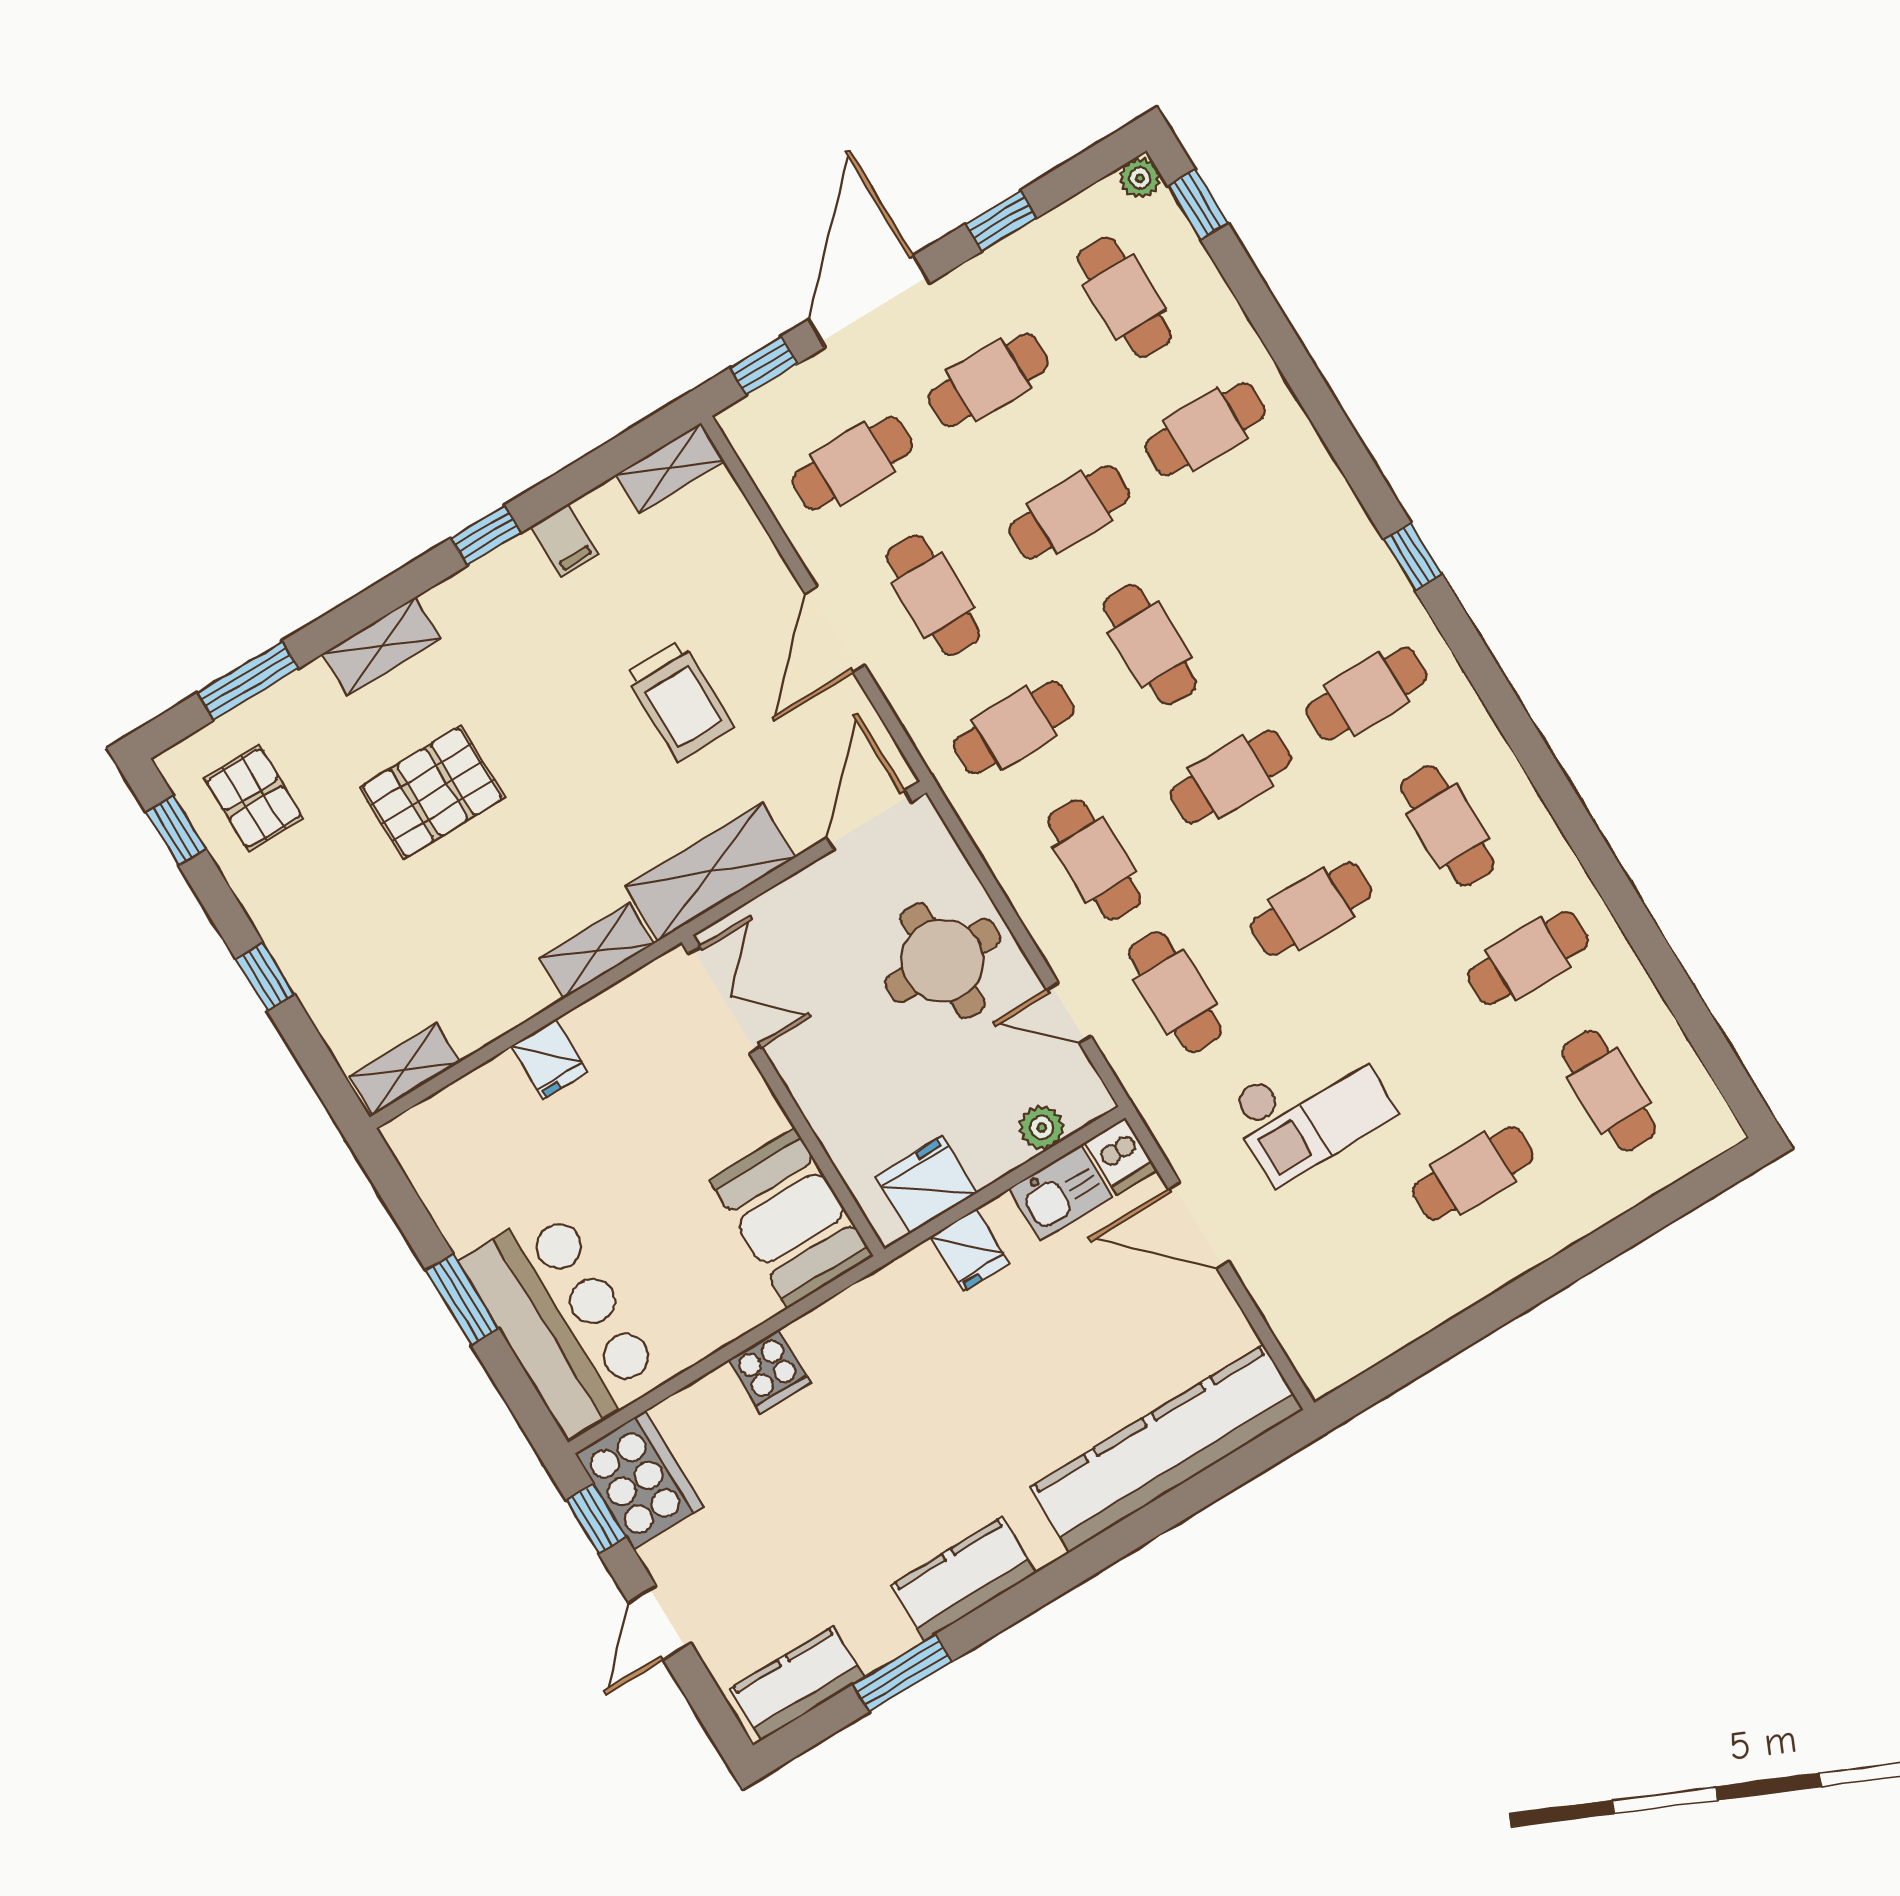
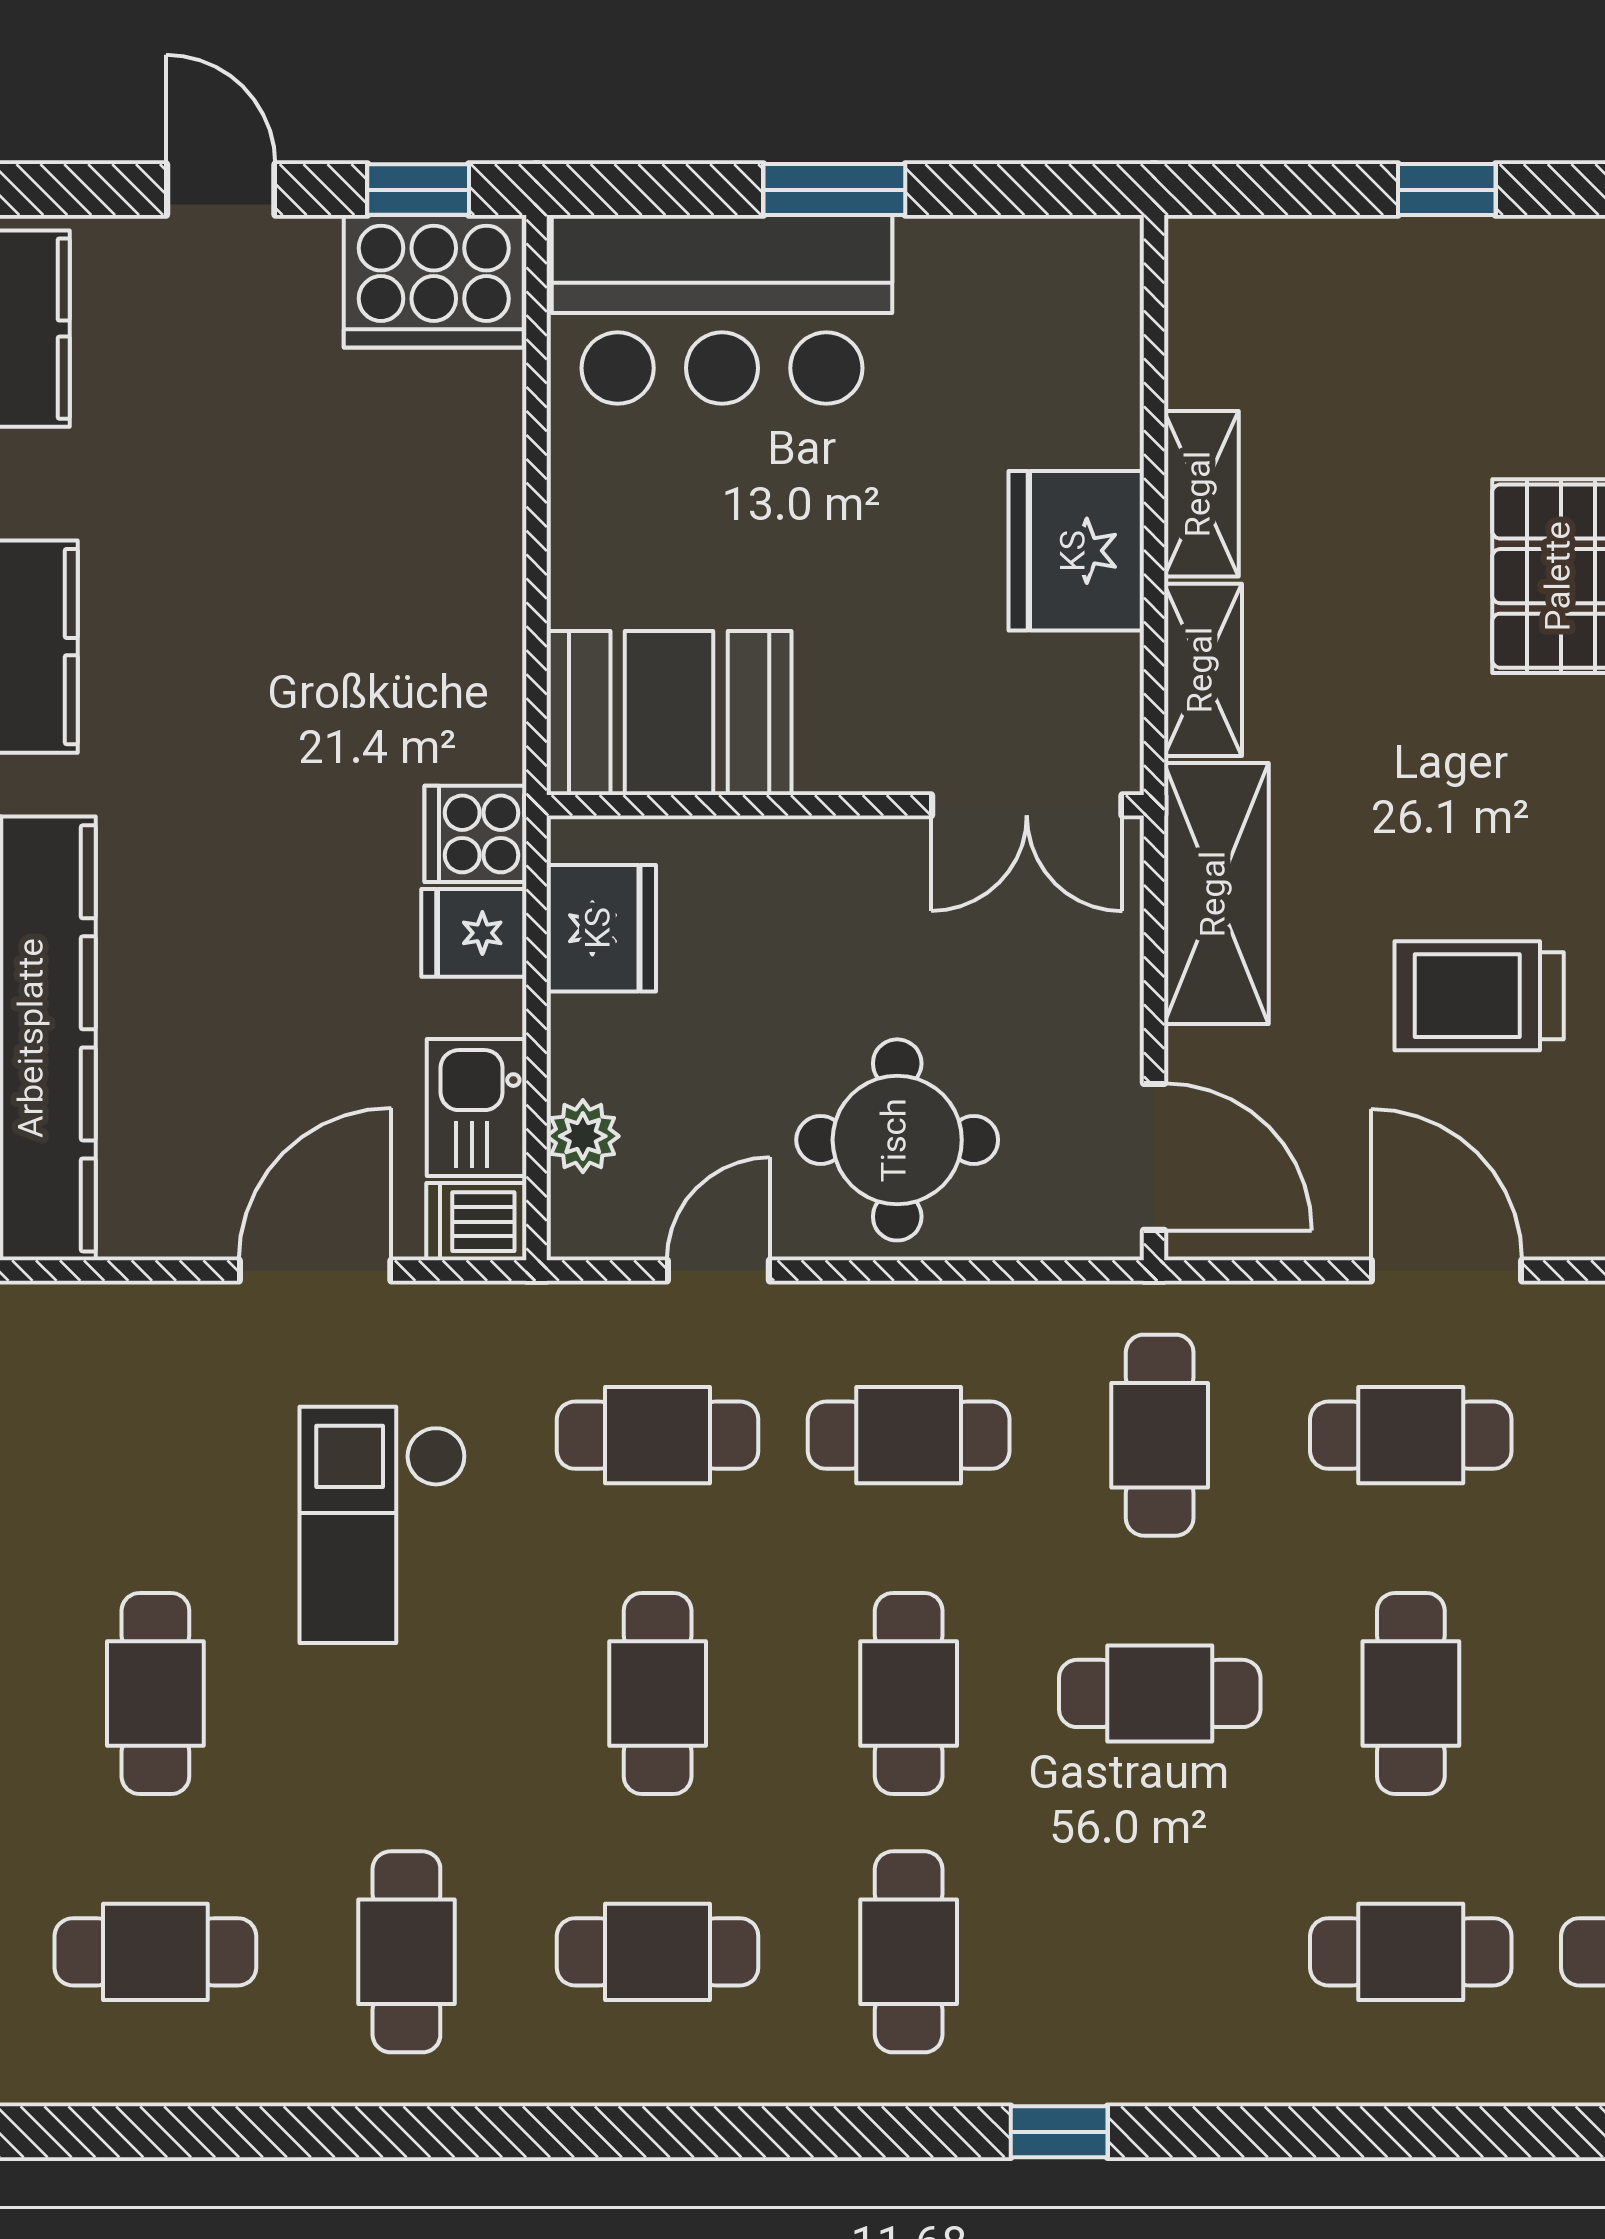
cafe table: (1205, 429) -> (1411, 1952), turned 90
fridge: (549, 1059) -> (1076, 551), width x1.88, depth x1.34
shelving: (405, 1069) -> (1201, 494), moved
cooker: (769, 1371) -> (475, 834), moved

